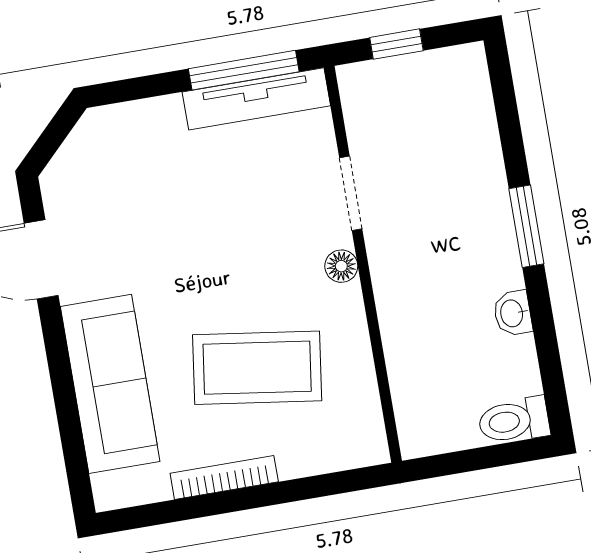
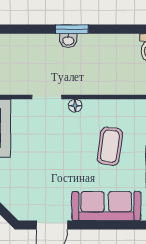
washbasin: (513, 313) -> (68, 41), moved
coffee table: (257, 368) -> (110, 146), width x0.73, depth x0.76

